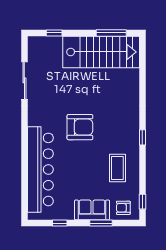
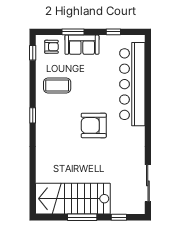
window: (111, 33) -> (82, 217), moved
sliding door: (24, 80) -> (148, 183), moved
coffee table: (117, 168) -> (57, 85), turned 90

